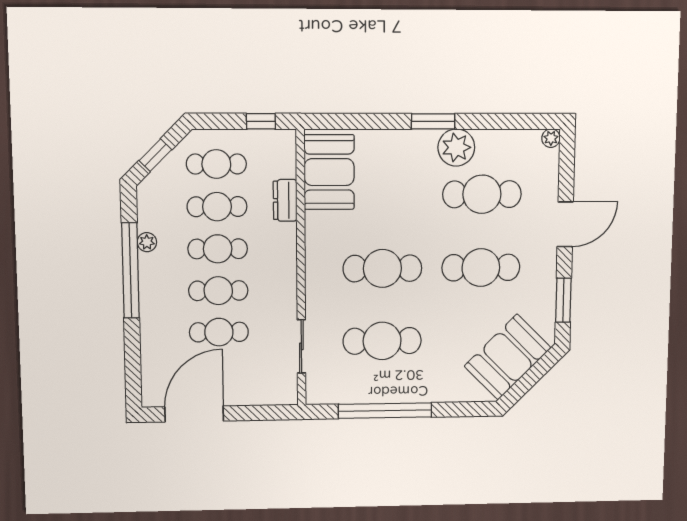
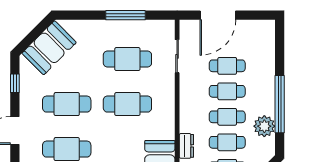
plant: (147, 242) -> (264, 126), width x1.88, depth x1.88
window: (563, 300) -> (15, 83), width x0.67
window: (385, 411) -> (125, 15), width x0.68
door: (194, 414) -> (218, 15), moved

